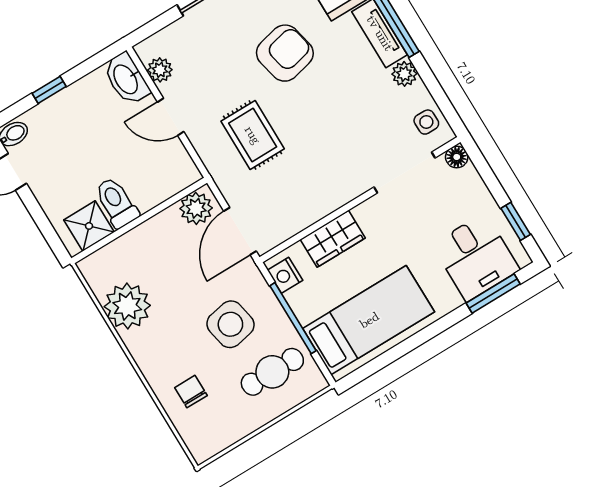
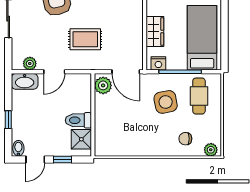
window: (38, 215) -> (63, 159), added
plant: (127, 306) -> (211, 150), moved, width x0.53, depth x0.53

